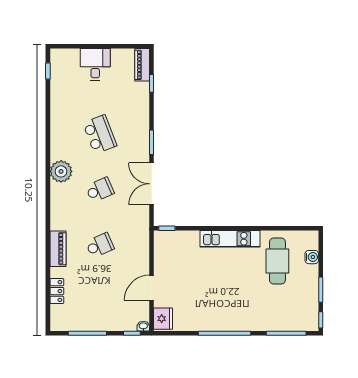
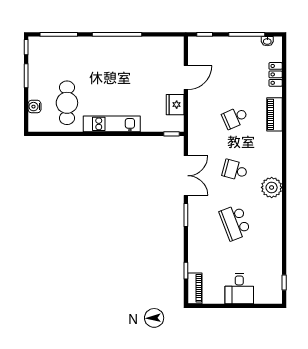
school desk: (100, 190) -> (235, 170), turned 39
fridge: (163, 319) -> (175, 105), moved
washbasin: (143, 326) -> (267, 41), moved

